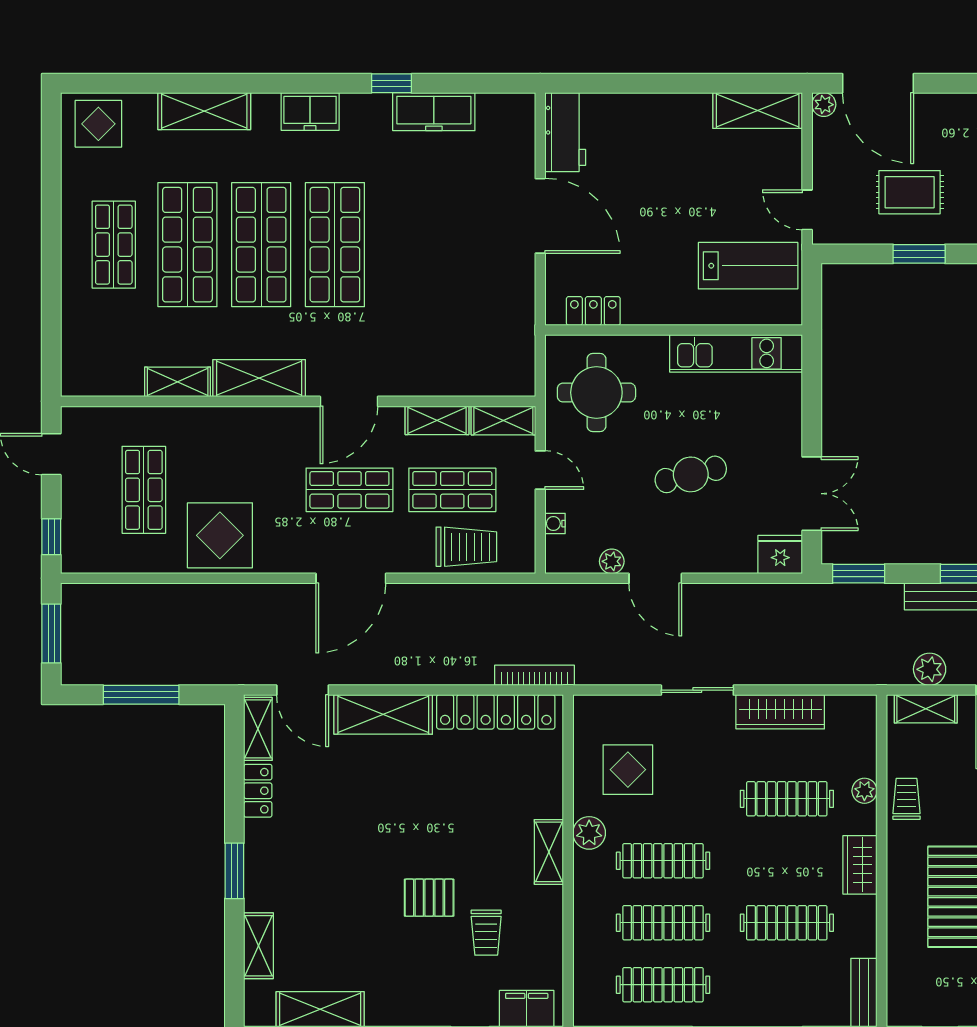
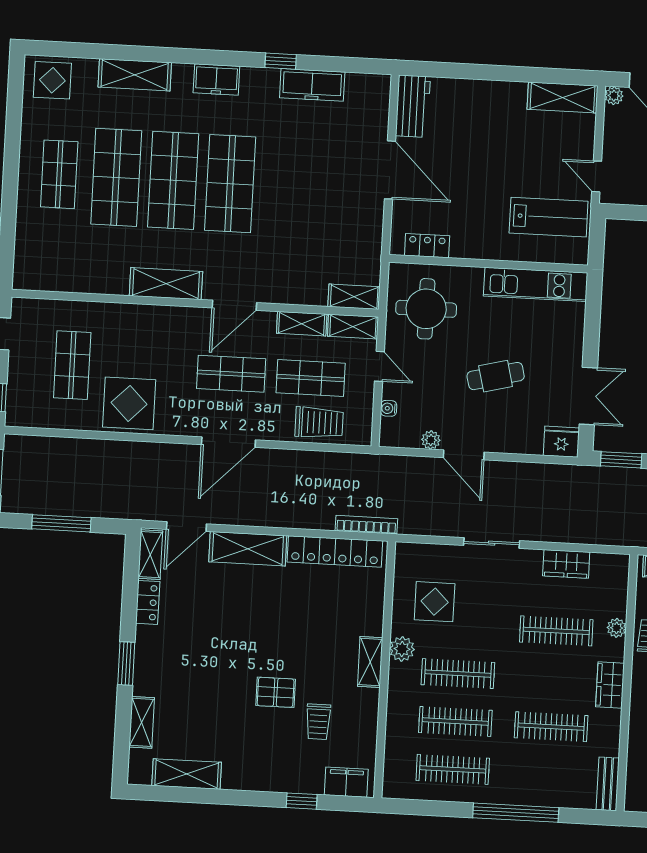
shelving: (178, 382) -> (354, 297), moved
door: (303, 690) -> (186, 527), hinge flipped
wardrobe: (780, 712) -> (566, 564), width x0.67

